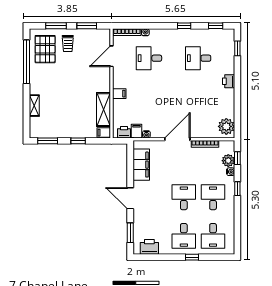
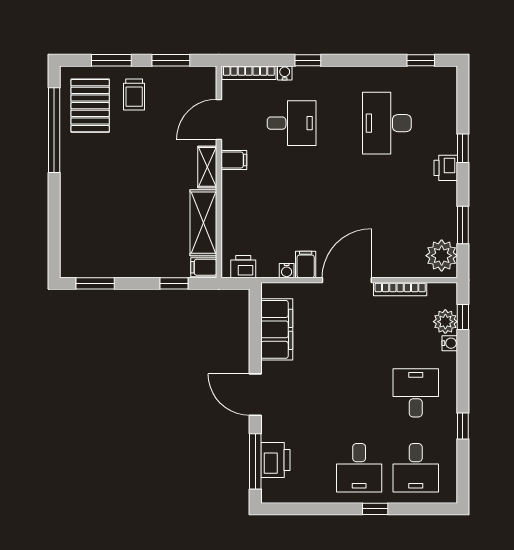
window: (184, 26) -> (308, 60), moved
window: (237, 48) -> (463, 148), moved
desk: (149, 58) -> (292, 123), turned 180
desk: (198, 58) -> (387, 123), width x1.37
filing cabinet: (119, 94) -> (234, 160), moved
shelving: (34, 106) -> (207, 167), moved
window: (237, 111) -> (463, 225), added
filing cabinet: (137, 131) -> (306, 265), moved
window: (78, 141) -> (174, 283), moved
window: (237, 189) -> (463, 426), moved
desk: (184, 197) -> (359, 393), removed
window: (130, 233) -> (255, 461), width x1.44
printer: (149, 247) -> (275, 460), moved, turned 90

